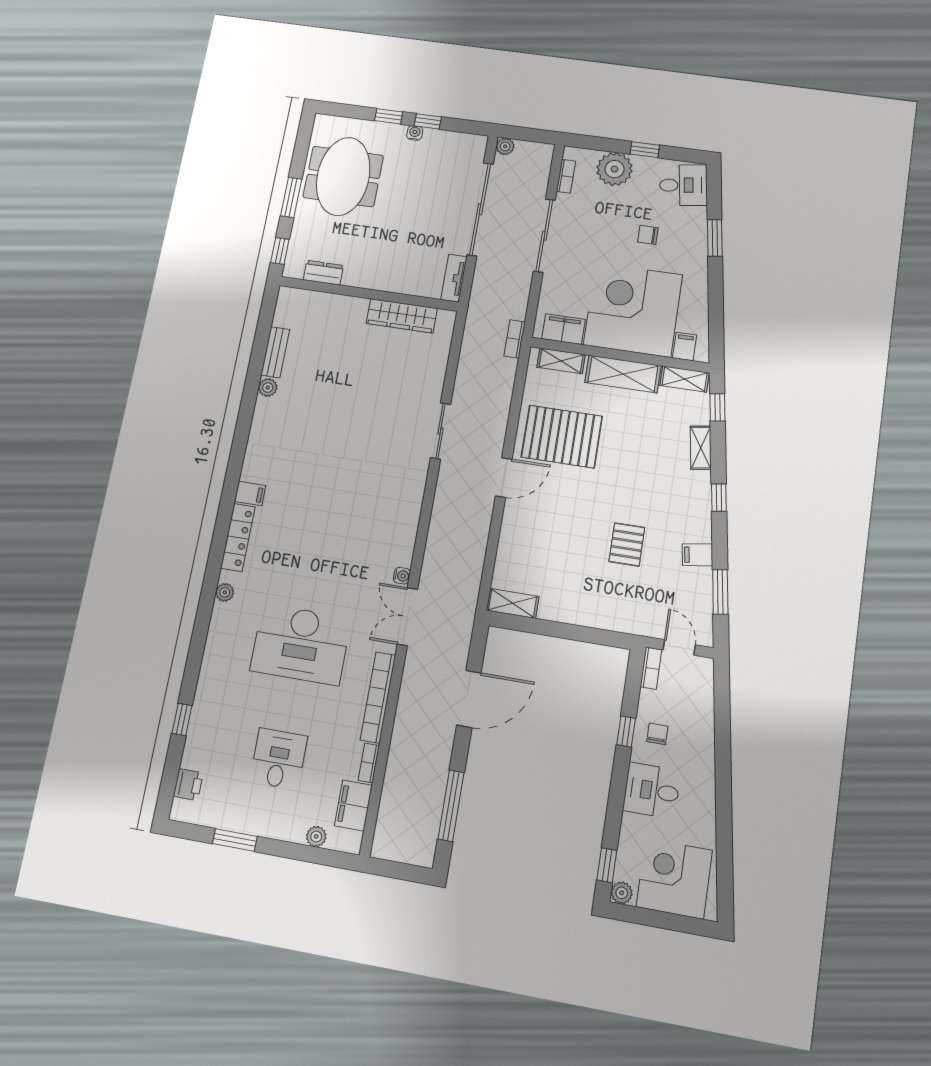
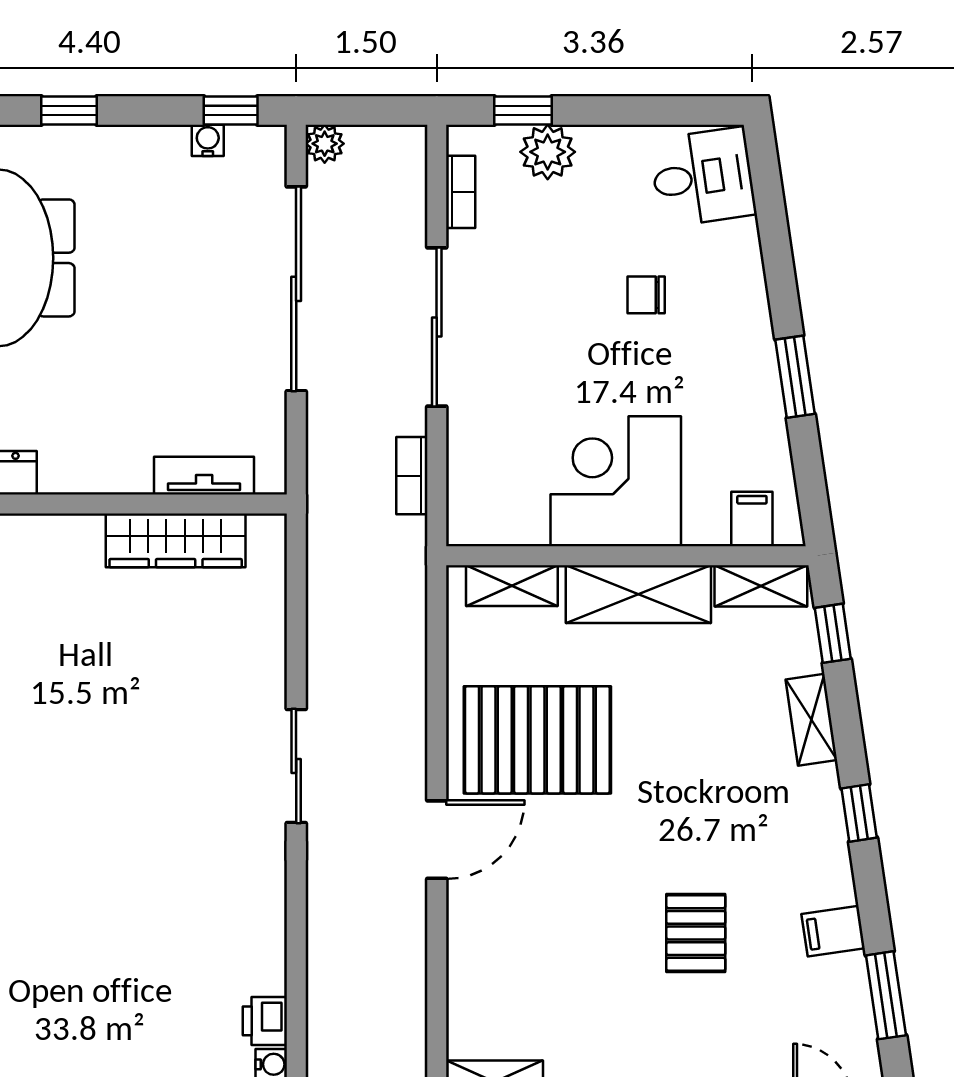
window: (428, 121) -> (231, 110), moved
water cooler: (415, 133) -> (208, 140), moved
window: (645, 150) -> (523, 110), moved
plant: (615, 169) -> (548, 152), width x0.73, depth x0.73
window: (715, 238) -> (795, 377), moved
tv unit: (454, 278) -> (204, 476), moved, turned 90
corner desk: (633, 310) -> (616, 481), width x0.74, depth x0.74
filing cabinet: (563, 329) -> (506, 519), removed
bookcase: (515, 339) -> (412, 476), moved
printer: (403, 554) -> (265, 1021), added

